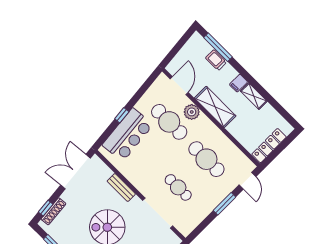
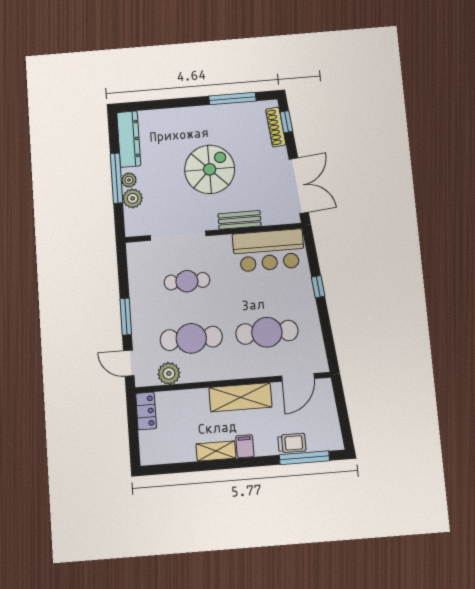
door: (179, 86) -> (298, 377), hinge flipped
plant: (192, 112) -> (169, 373), moved
bar counter: (128, 135) -> (269, 250), moved, turned -84
locker: (269, 146) -> (146, 411), width x0.66

